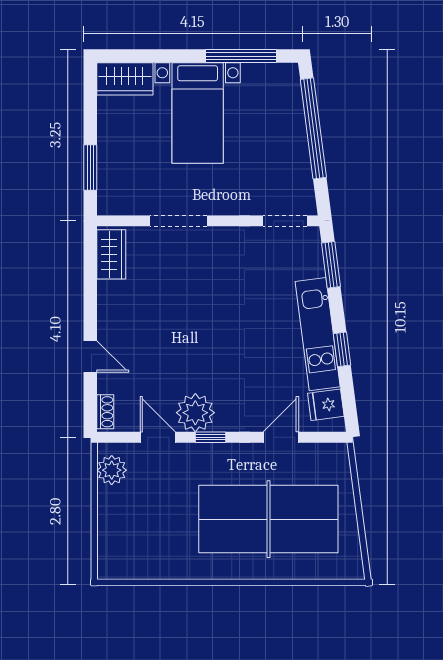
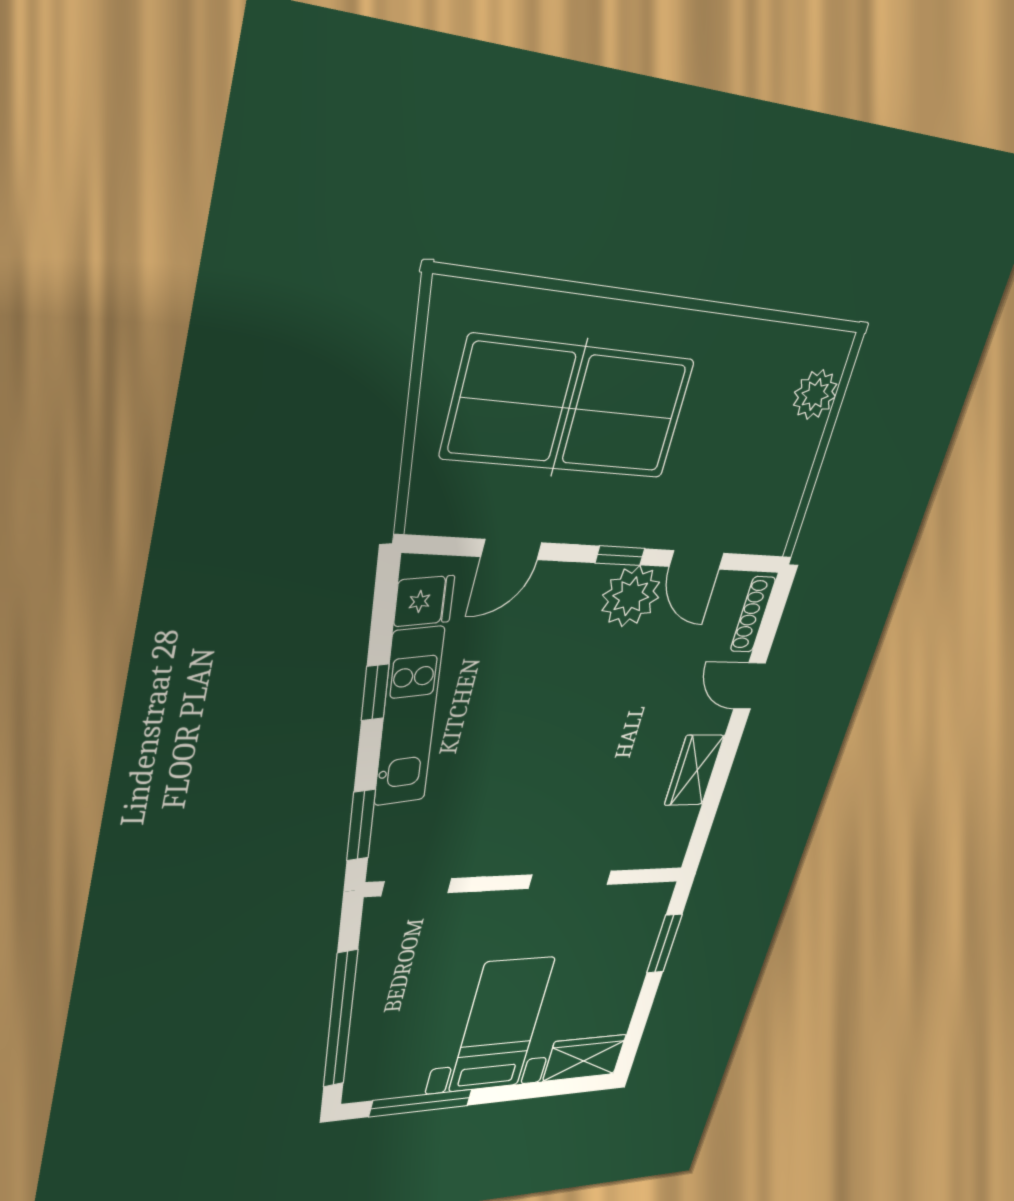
wardrobe: (111, 254) -> (694, 770), moved
shoe rack: (105, 412) -> (753, 614), width x1.43
plant: (112, 470) -> (815, 395), moved

